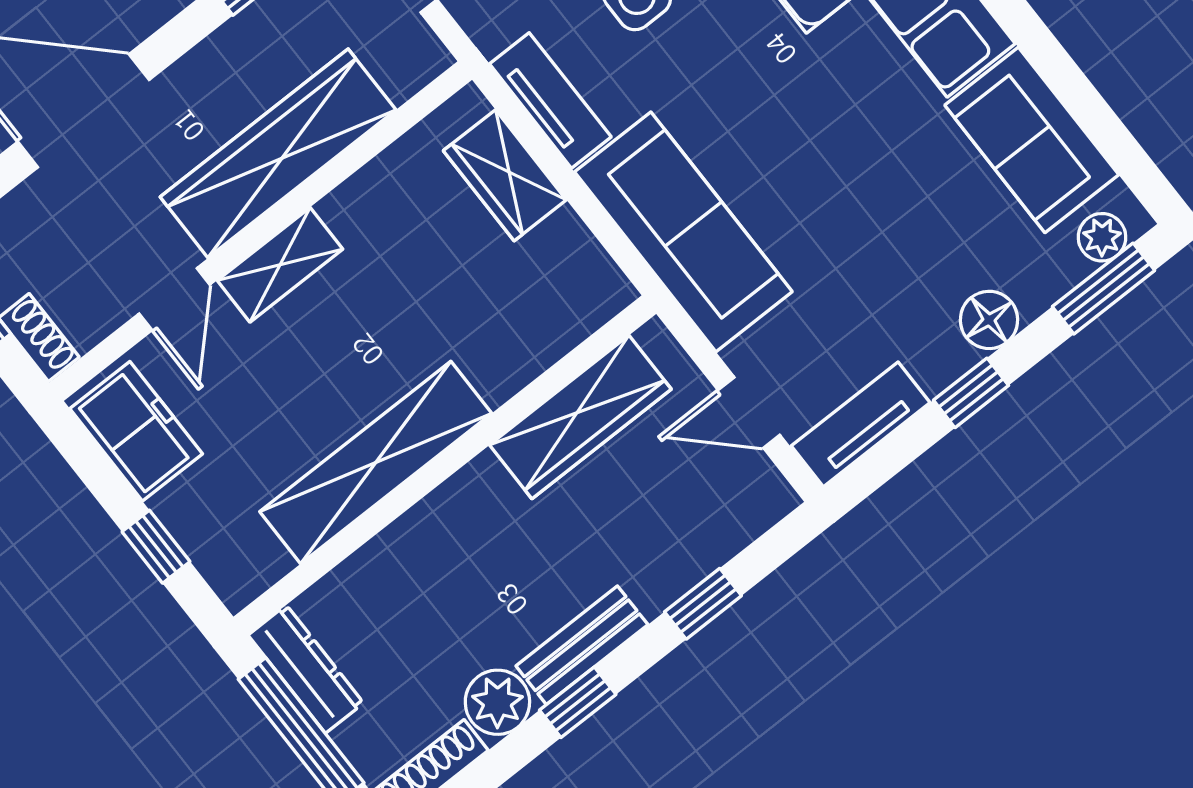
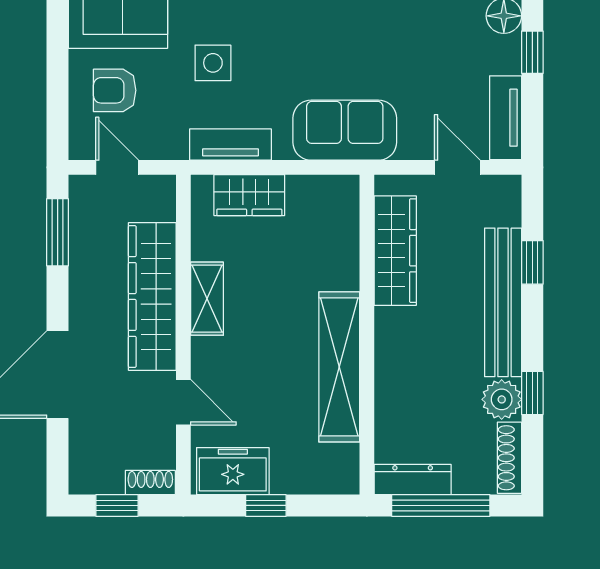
sofa: (683, 232) -> (345, 130), width x0.73
shelving: (280, 265) -> (207, 299), moved
door: (749, 413) -> (457, 167), swing flipped
window: (156, 547) -> (266, 505), moved
bench: (582, 645) -> (503, 302), width x1.86, depth x1.21
window: (578, 702) -> (532, 393), moved

